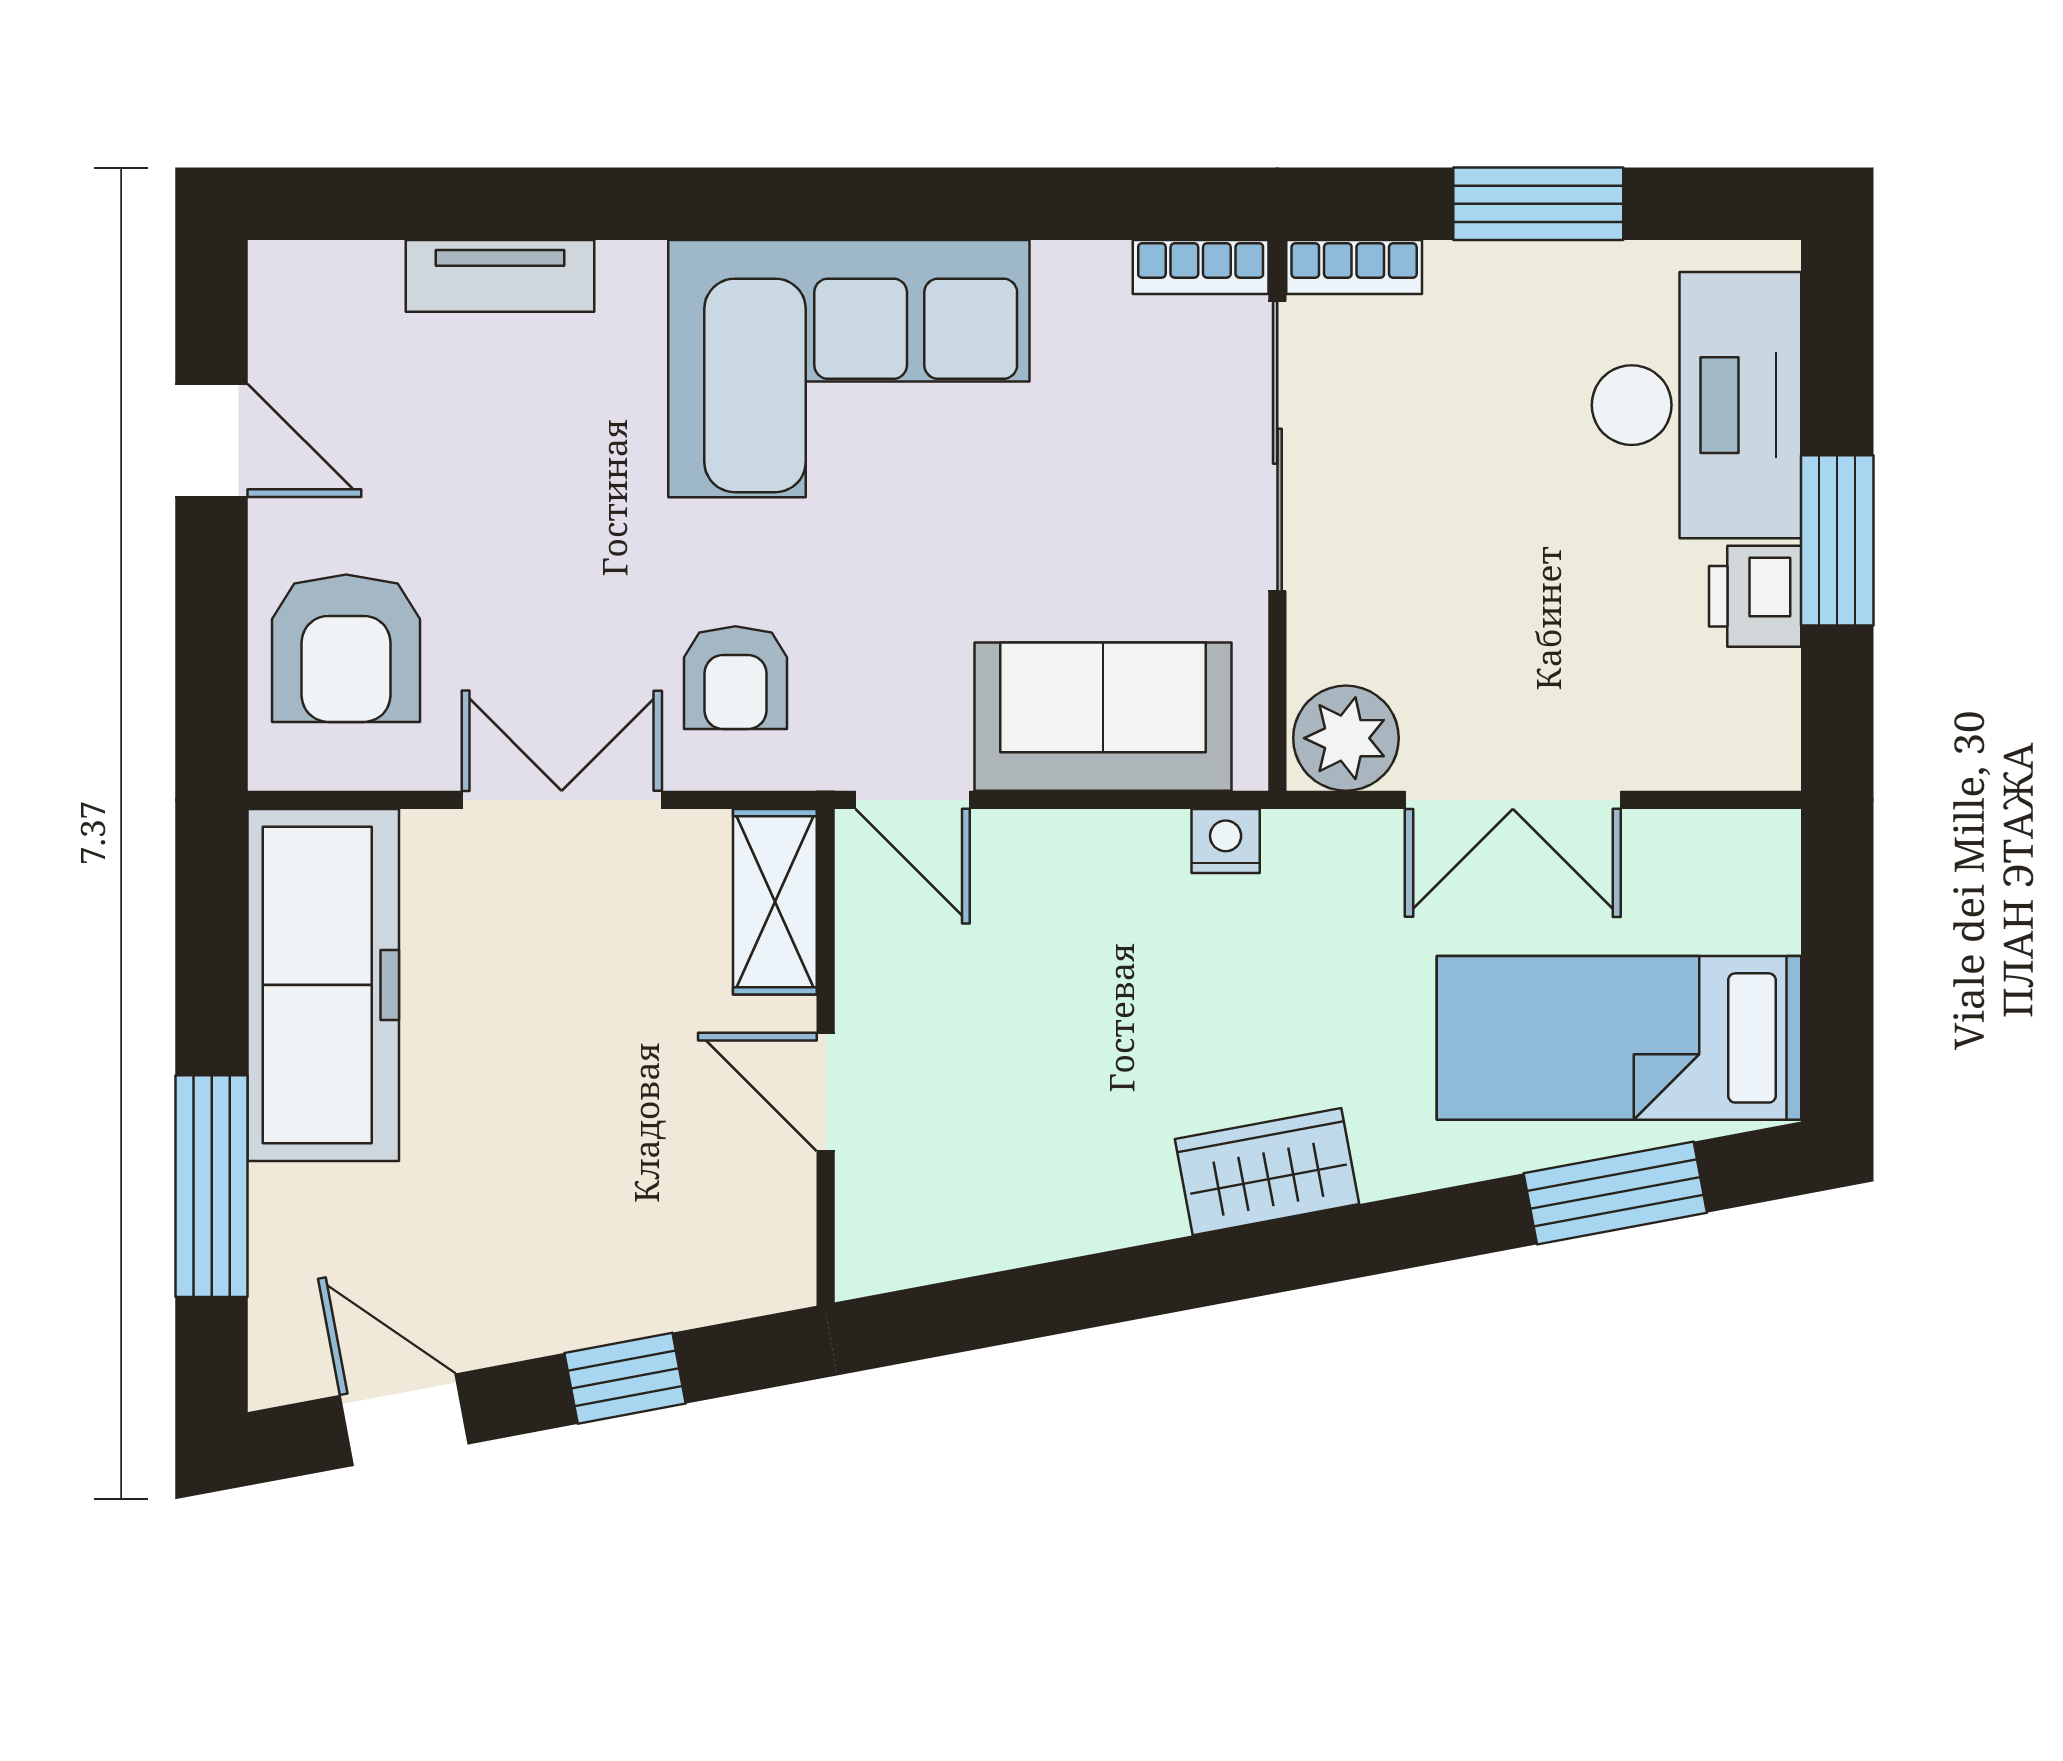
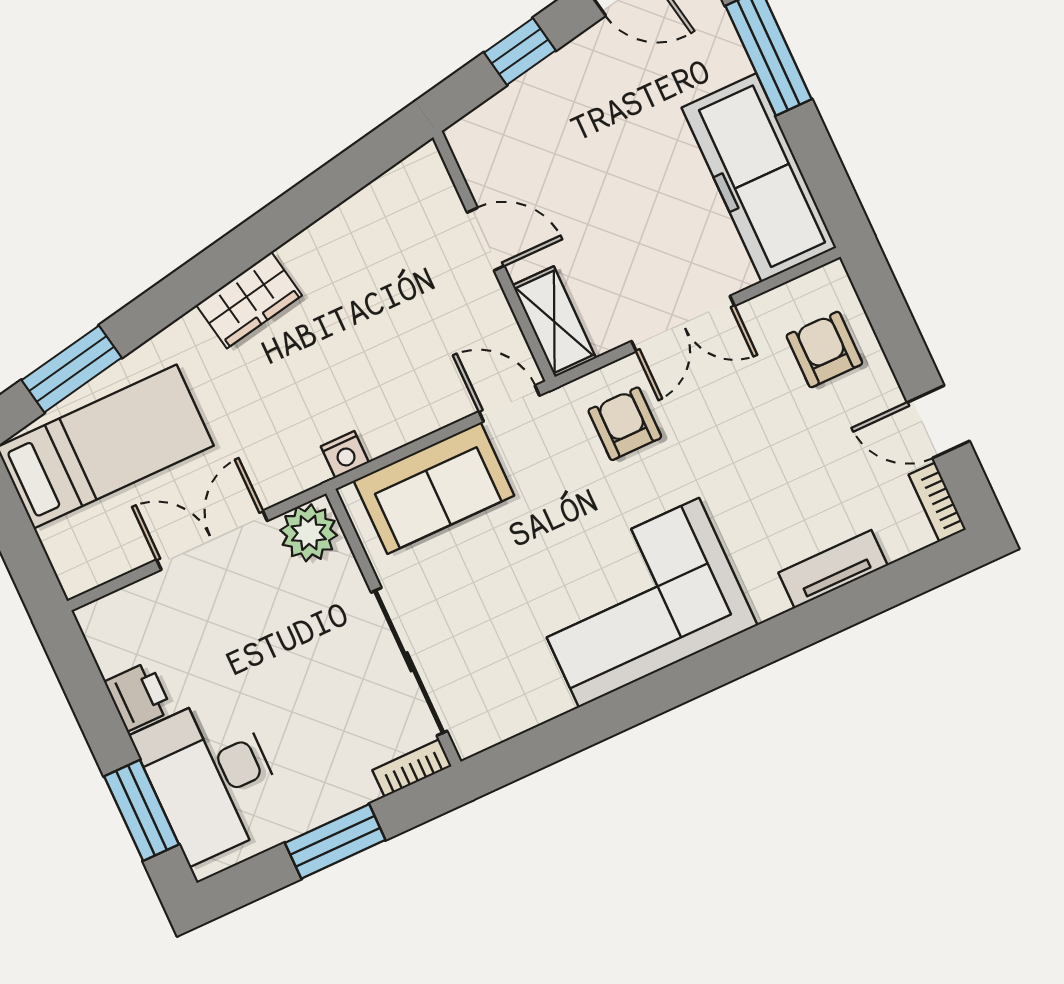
bookcase: (1201, 267) -> (937, 502), moved, turned -90
window: (1837, 540) -> (141, 810), moved
armchair: (346, 648) -> (824, 350), width x0.72, depth x0.72

